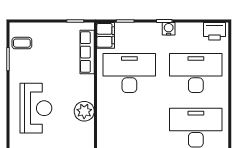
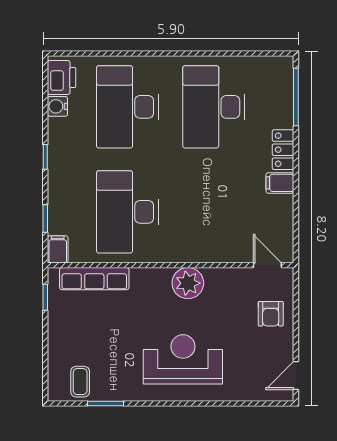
water cooler: (169, 29) -> (57, 106), moved
filing cabinet: (106, 35) -> (58, 249), width x0.50

